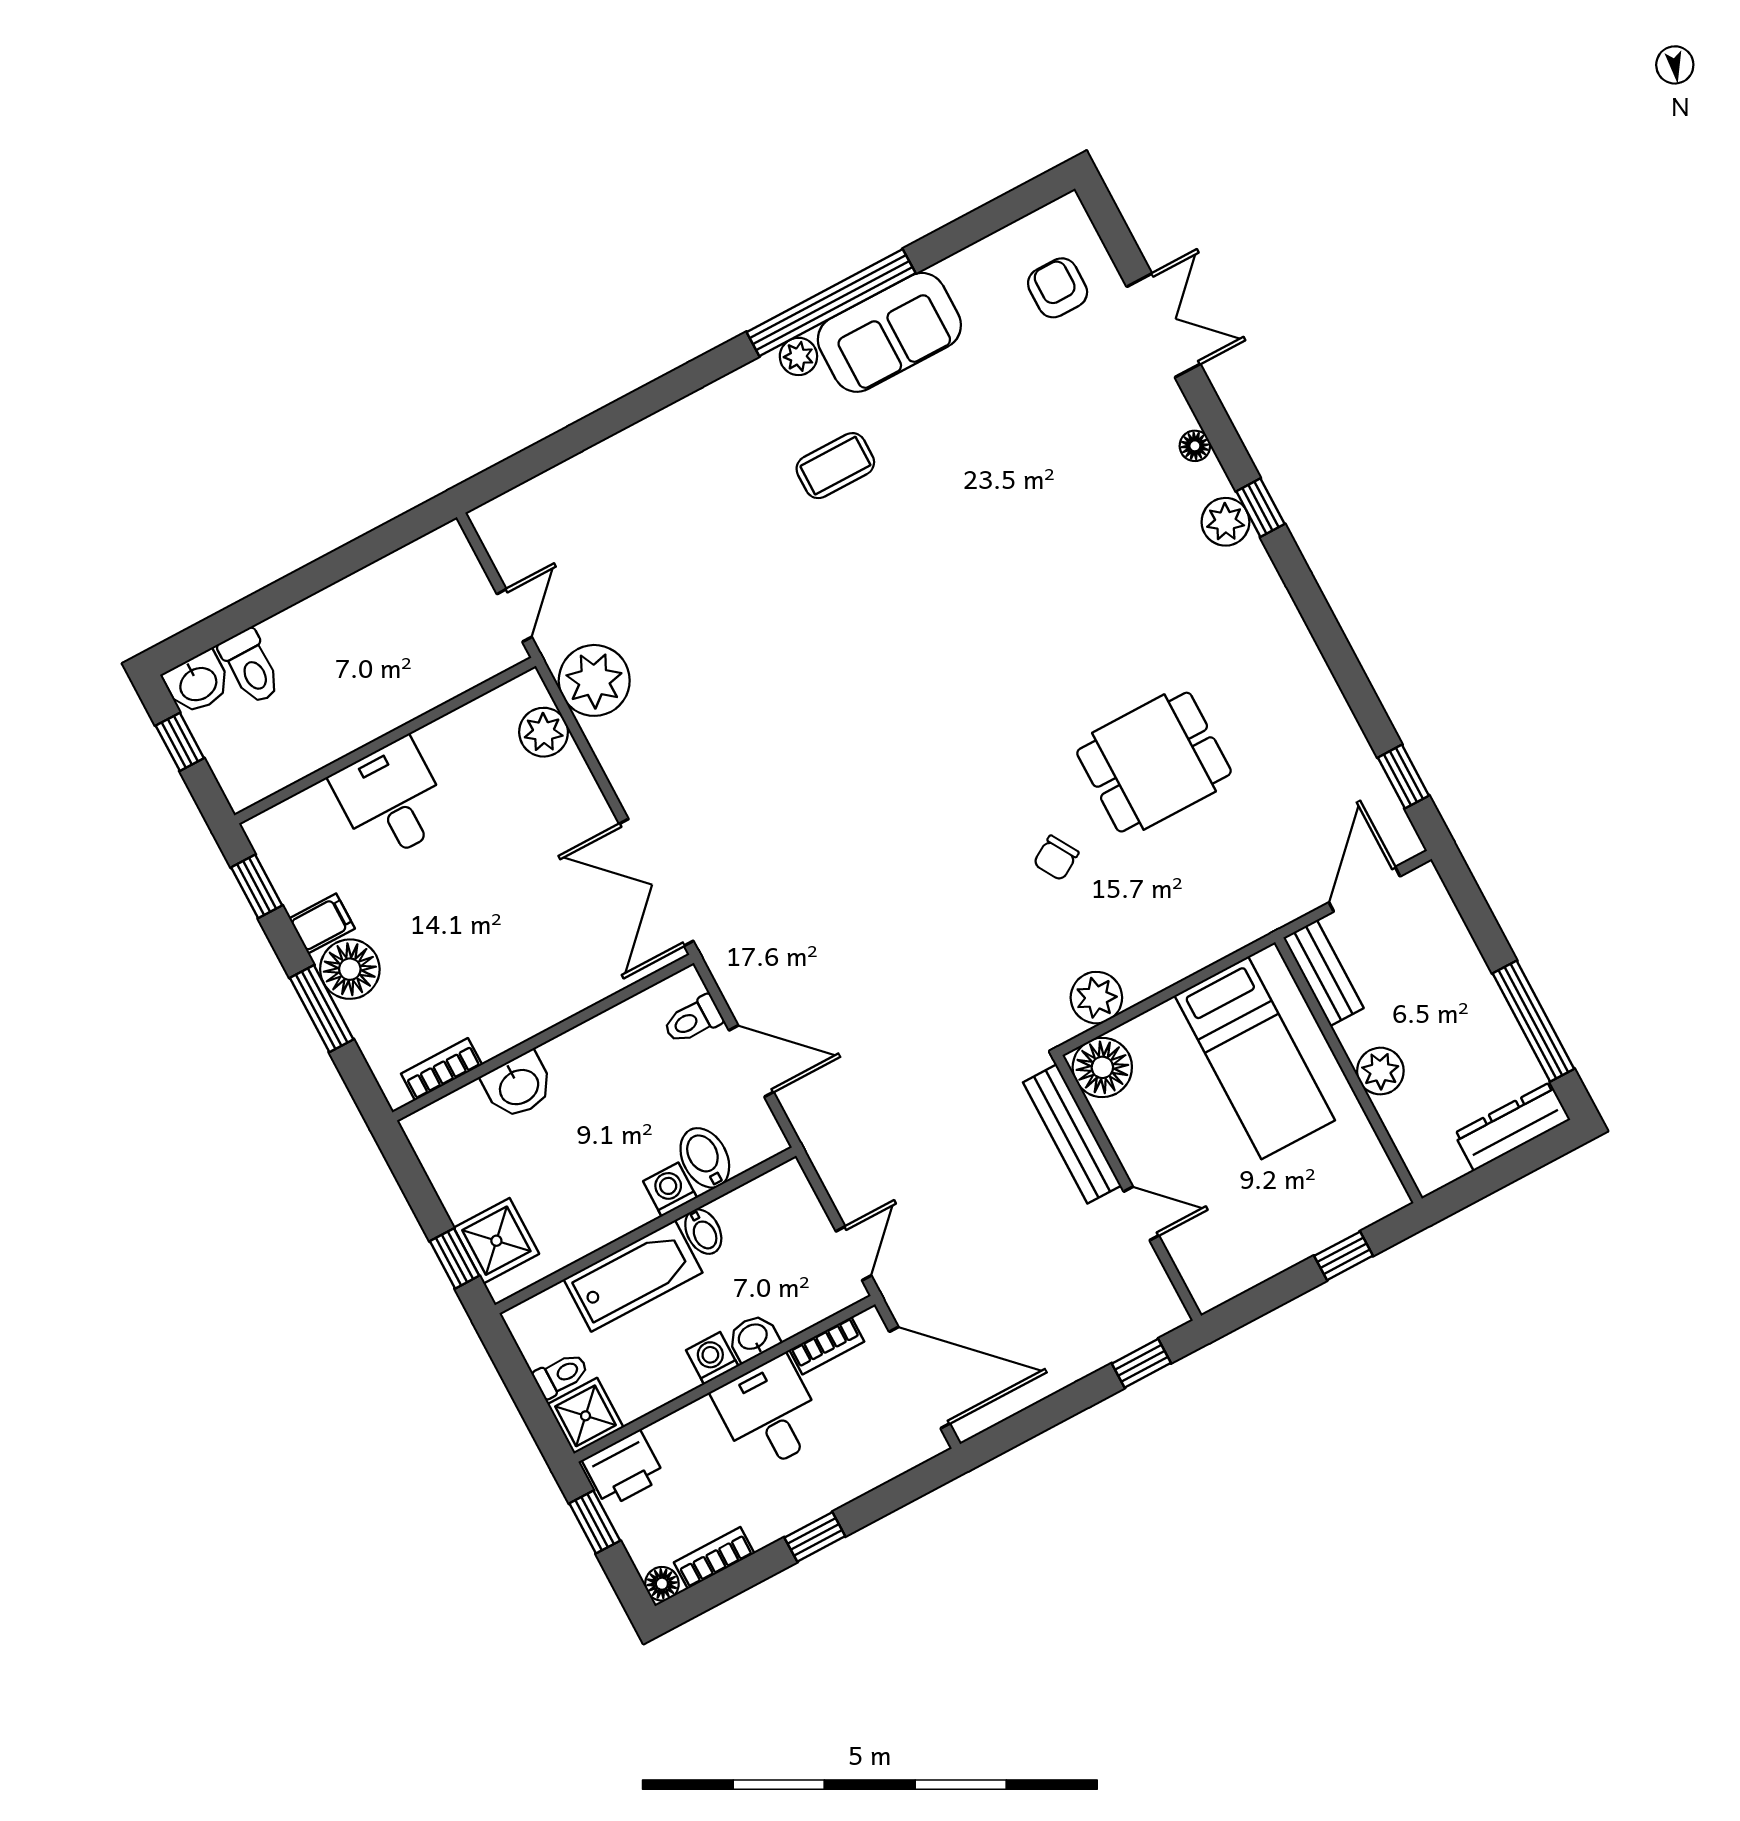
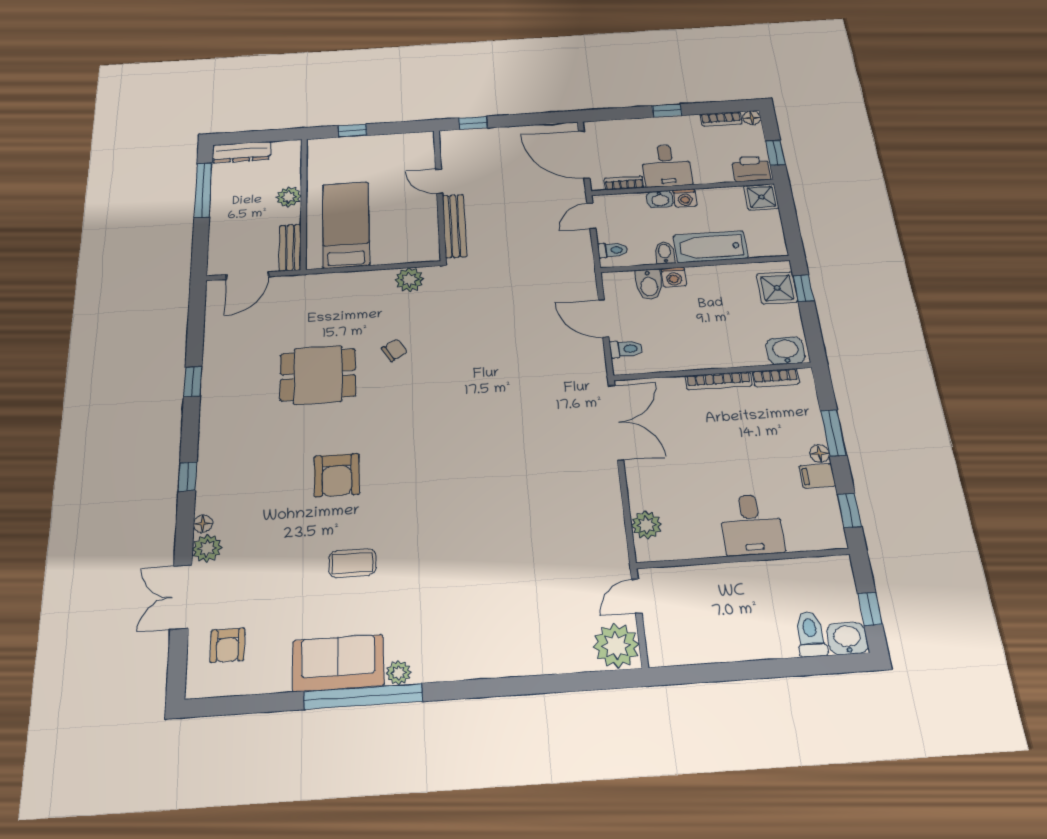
coffee table: (835, 466) -> (352, 563), moved
plant: (1225, 522) -> (207, 548), moved
armchair: (1037, 609) -> (337, 475), added
plant: (594, 680) -> (616, 646), moved
window: (1403, 777) -> (193, 382), moved
floor lamp: (350, 969) -> (820, 454), width x0.53, depth x0.53
bookcase: (528, 1025) -> (718, 381), added
floor lamp: (1102, 1067) -> (423, 248), removed
washbasin: (518, 1086) -> (786, 351), moved
toilet: (561, 1375) -> (612, 250), moved, turned 180

